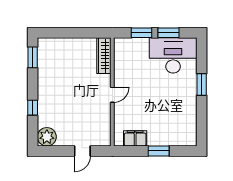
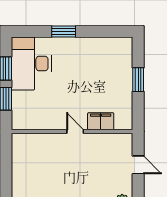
wardrobe: (104, 56) -> (31, 141), removed
filing cabinet: (135, 138) -> (101, 121), moved, turned 90

